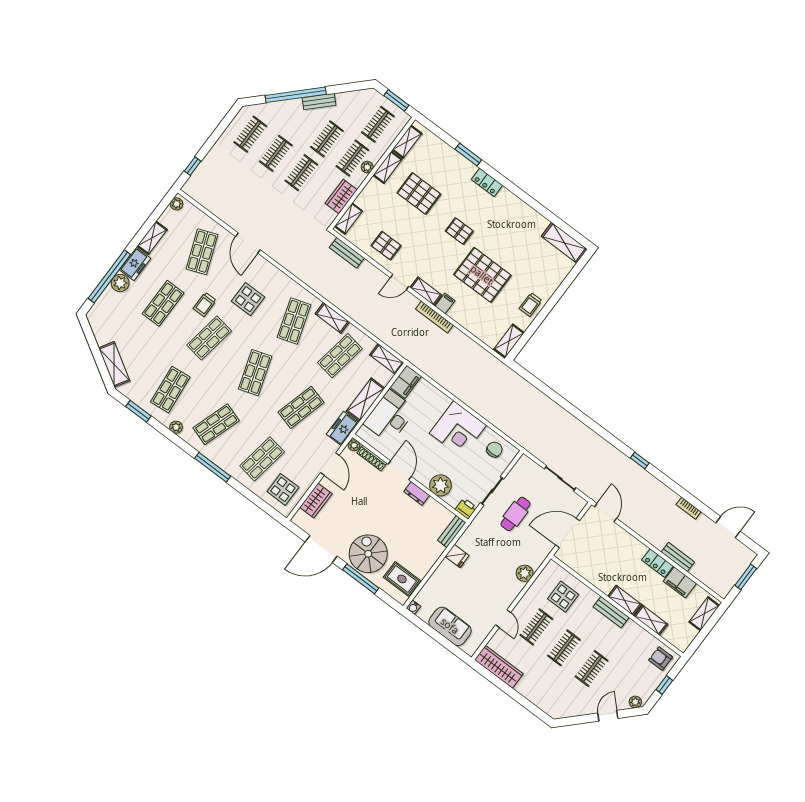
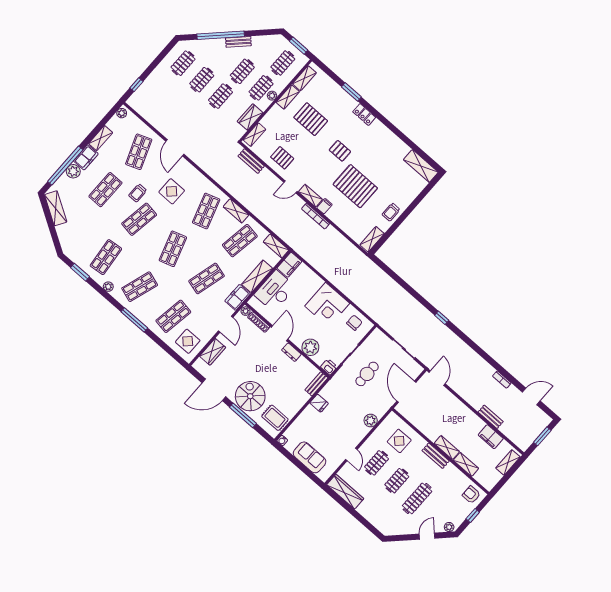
shelving: (114, 364) -> (56, 208), moved
window: (640, 461) -> (442, 318), moved
door: (568, 533) -> (406, 392), hinge flipped
locker: (657, 563) -> (474, 420), removed
clothes rail: (592, 669) -> (417, 498), width x1.36

